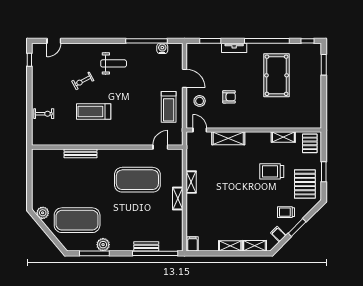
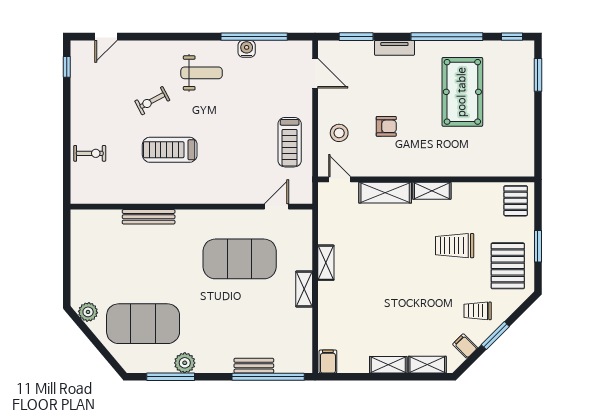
water cooler: (162, 48) -> (247, 49), moved
door: (185, 78) -> (315, 73), moved
shelving: (283, 137) -> (432, 191), moved

